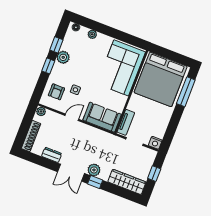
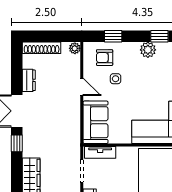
window: (48, 66) -> (113, 36), moved
plant: (94, 170) -> (30, 137), removed

